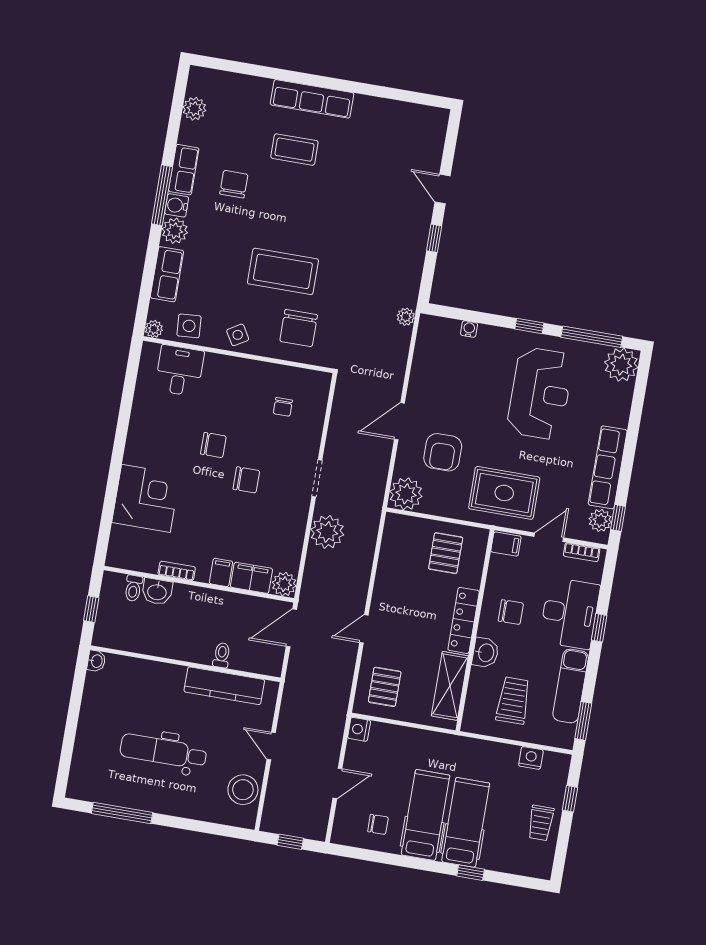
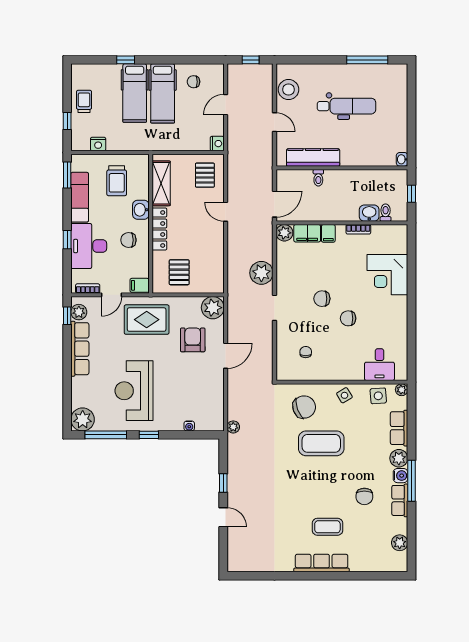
chair: (299, 328) -> (304, 407), turned 70
door: (364, 629) -> (226, 212), swing flipped

